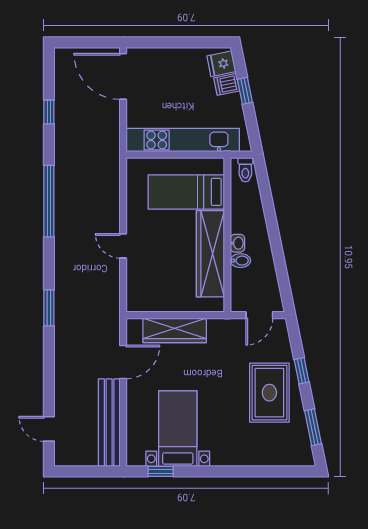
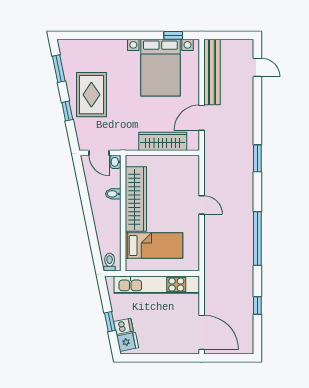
washbasin: (237, 243) -> (116, 162), moved
door: (259, 315) -> (99, 153), swing flipped
bed with nightstands: (178, 429) -> (160, 68), width x1.36

